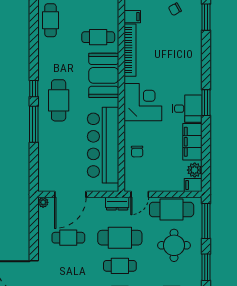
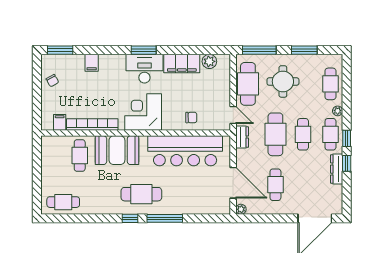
desk: (187, 109) -> (144, 69), width x1.37
filing cabinet: (193, 185) -> (92, 63), moved

